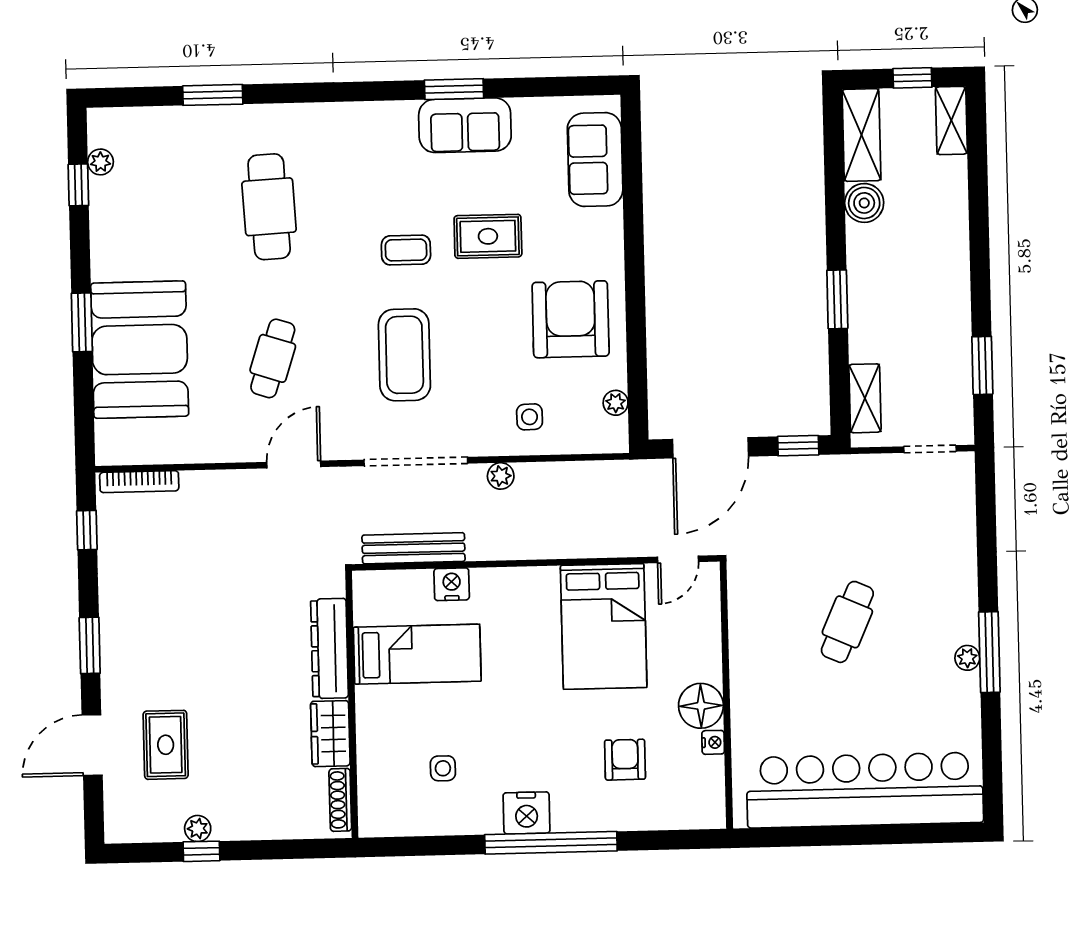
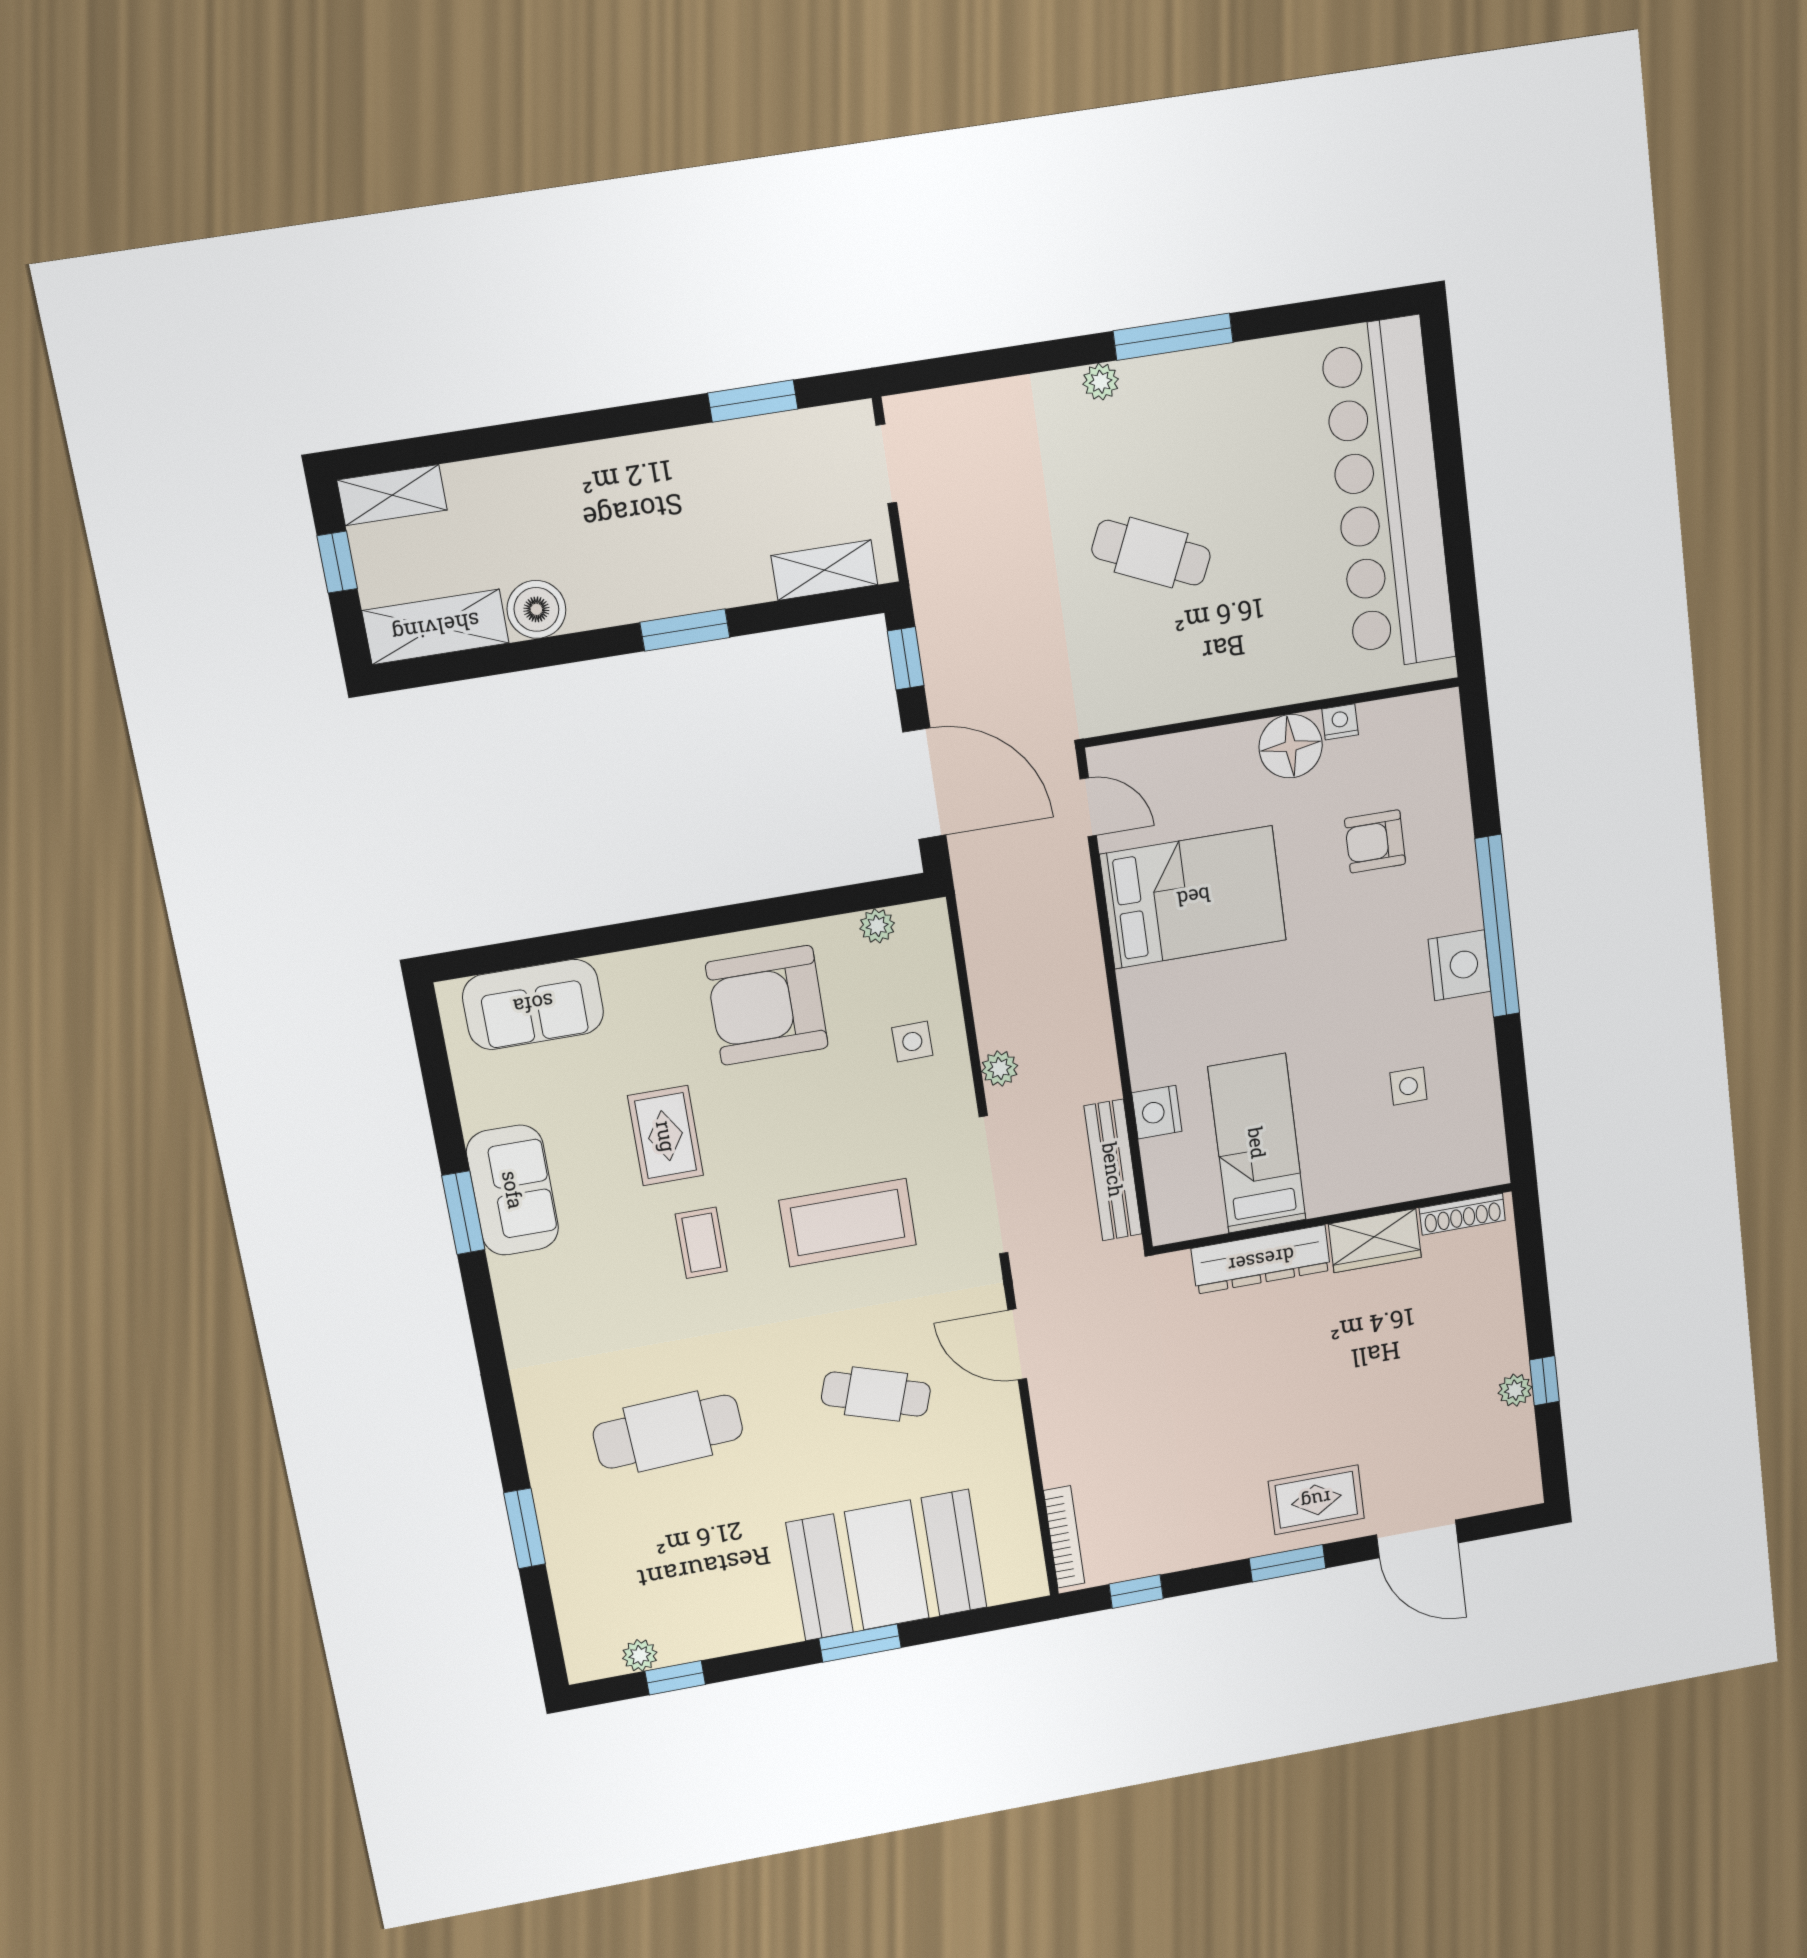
plant: (967, 658) -> (1101, 382), moved
rug: (166, 745) -> (1316, 1500), moved

